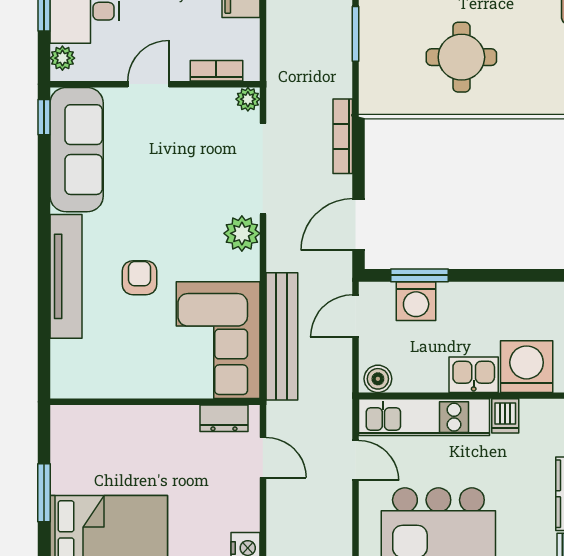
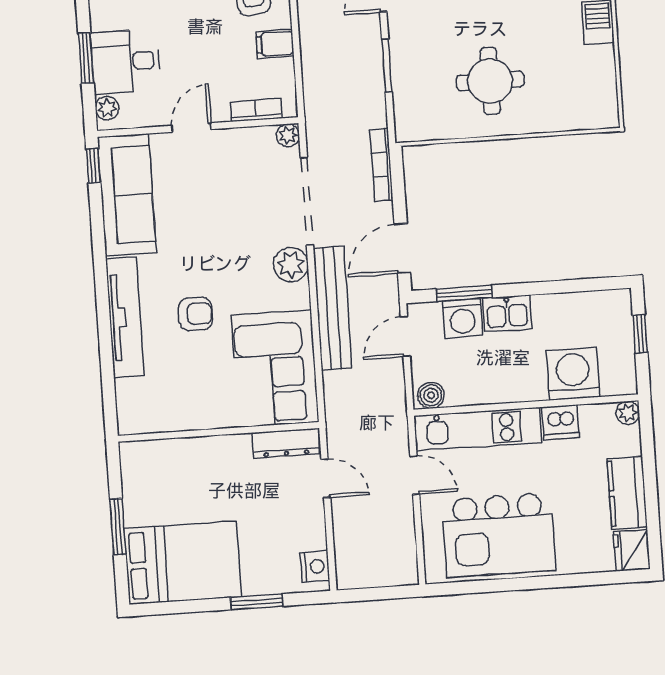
armchair: (139, 278) -> (195, 314), turned 91
bench: (282, 336) -> (332, 308), moved
kitchen sink: (474, 375) -> (507, 313), moved, turned 180
dishwasher: (505, 416) -> (561, 422), width x1.38
dresser: (224, 418) -> (286, 443), width x1.44

